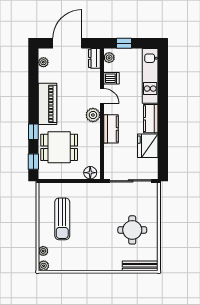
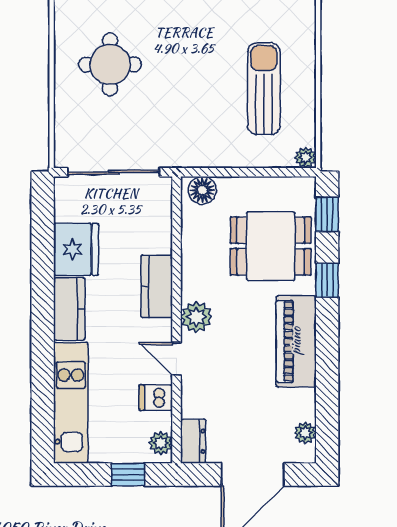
plant: (43, 251) -> (306, 158), moved

